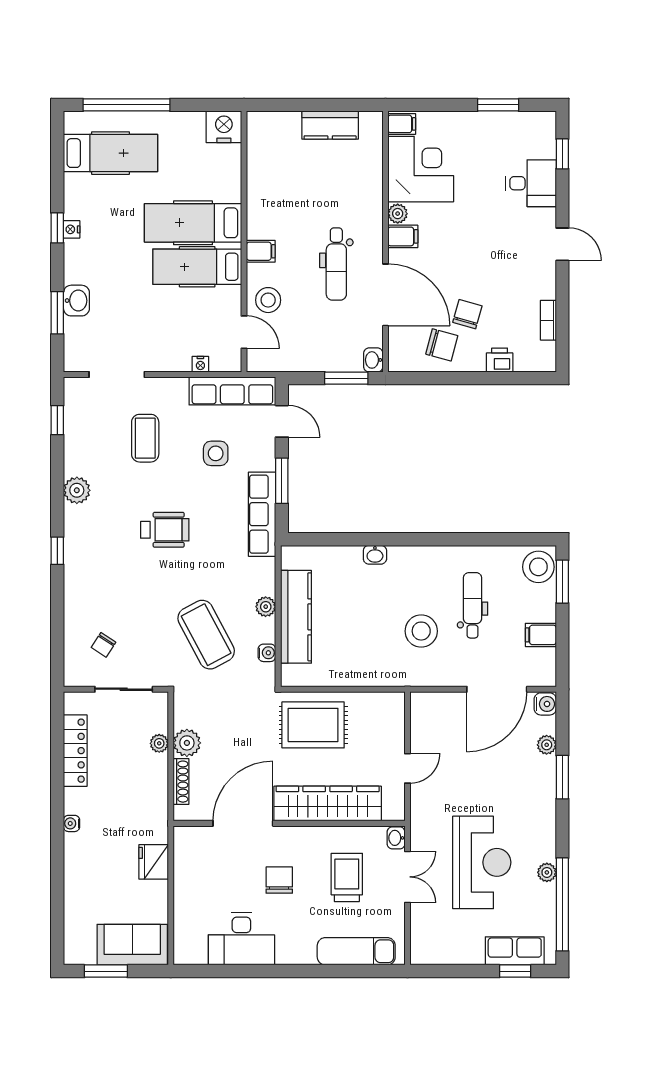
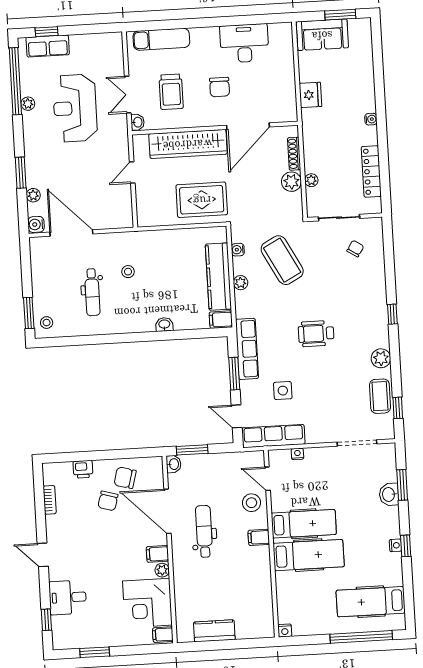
nightstand: (224, 127) -> (285, 631), width x0.53, depth x0.56
coffee table: (145, 438) -> (380, 396), moved
stool: (538, 567) -> (47, 323), width x0.53, depth x0.53
stool: (421, 631) -> (128, 272), width x0.53, depth x0.53
filing cabinet: (541, 635) -> (221, 320), moved, turned 180
door: (497, 689) -> (71, 233), hinge flipped

